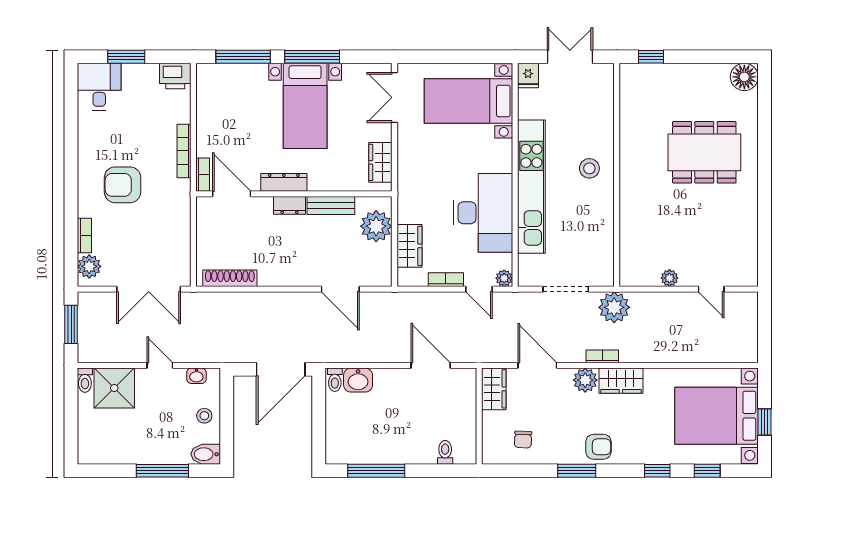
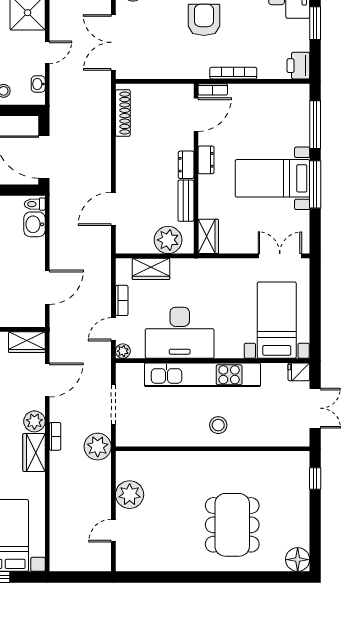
wardrobe: (380, 162) -> (208, 236), moved, turned 90
dresser: (284, 182) -> (206, 160), width x0.70
plant: (669, 278) -> (130, 495), width x1.88, depth x1.88

